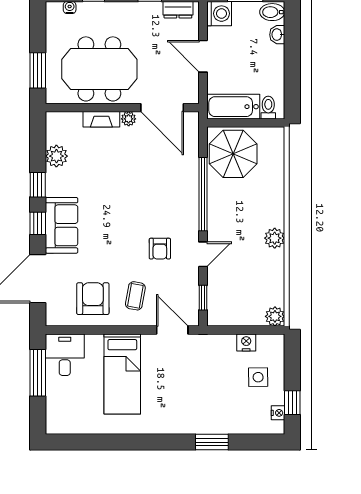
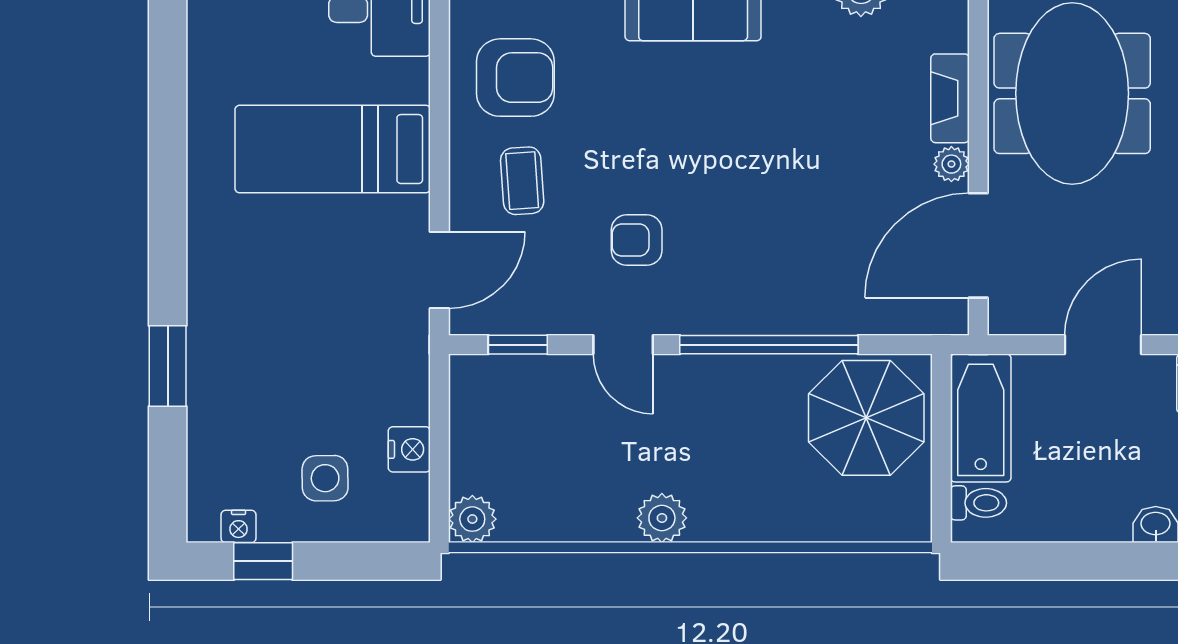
coffee table: (135, 296) -> (522, 181), turned 76

